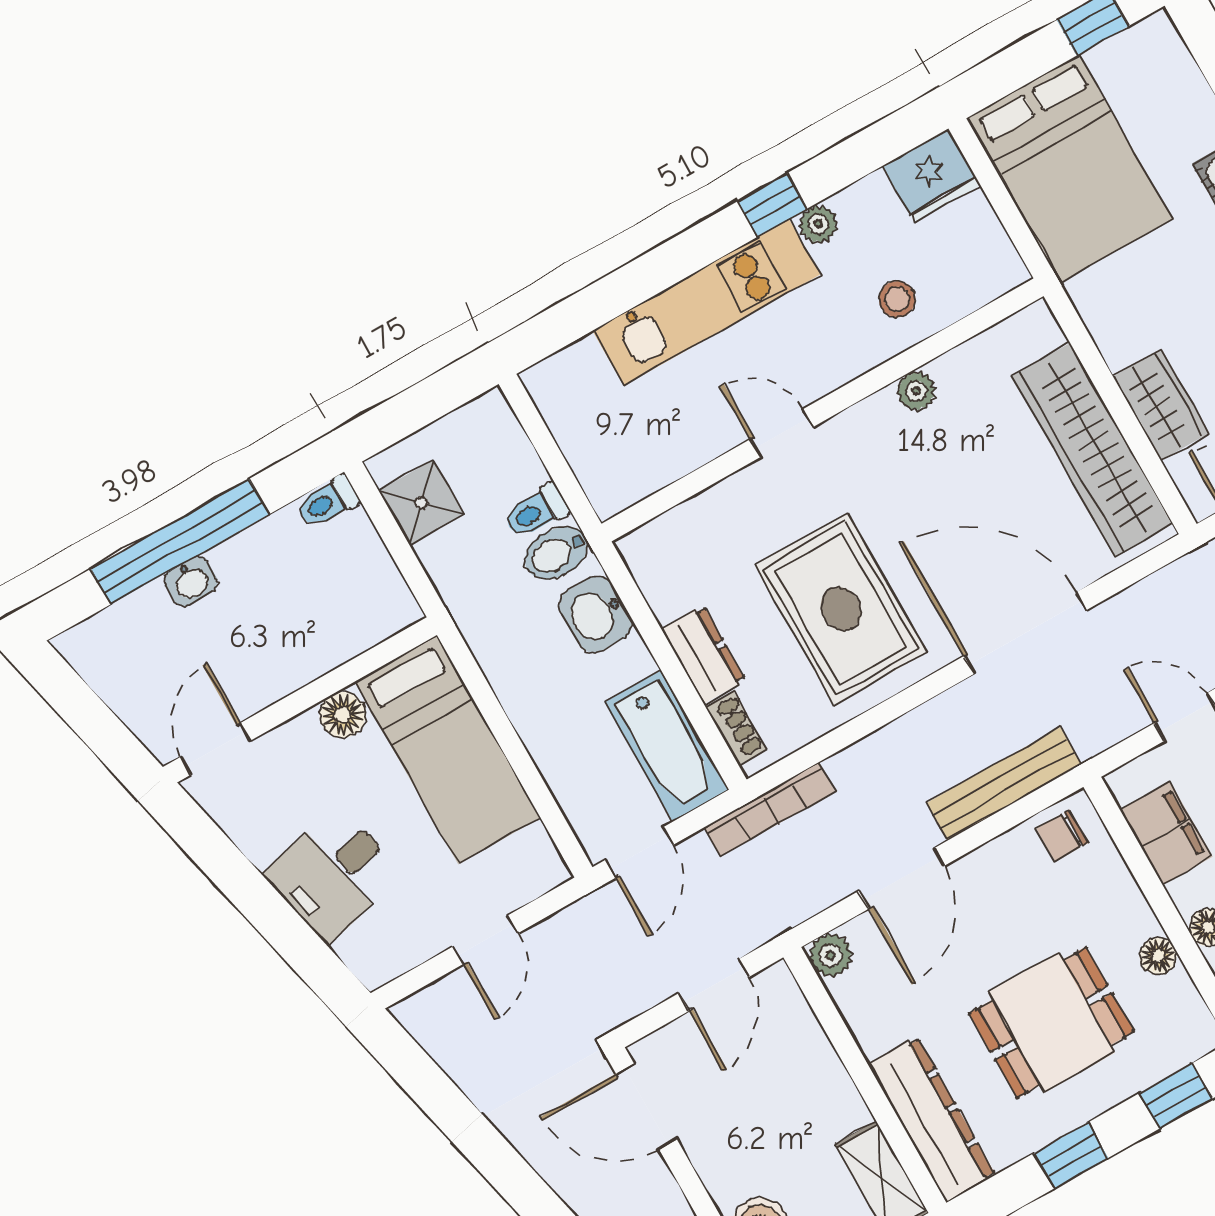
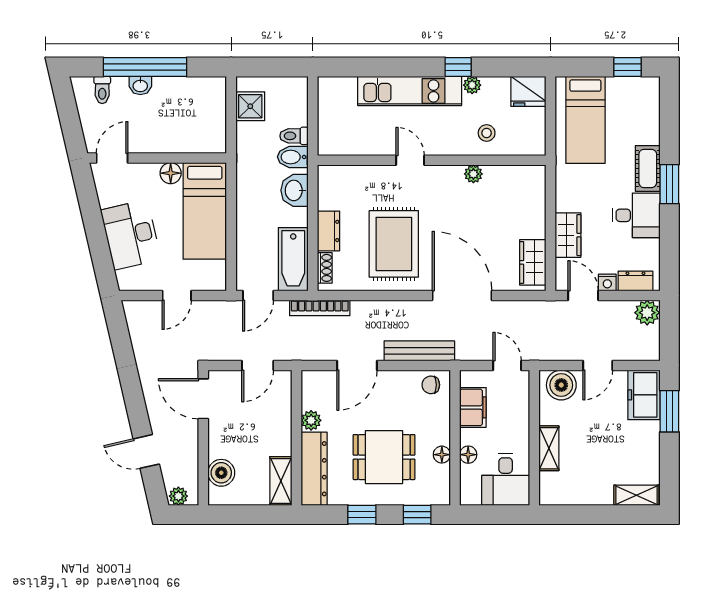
bed: (1070, 168) -> (585, 120), width x0.67
wardrobe: (1092, 450) -> (533, 262), width x0.48, depth x0.85
toilet: (327, 502) -> (102, 90), moved, turned -90
desk: (333, 874) -> (131, 235), width x1.37
plant: (831, 955) -> (311, 420), moved

